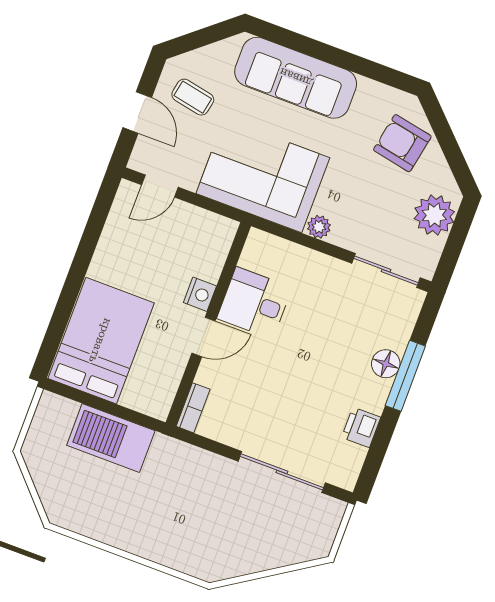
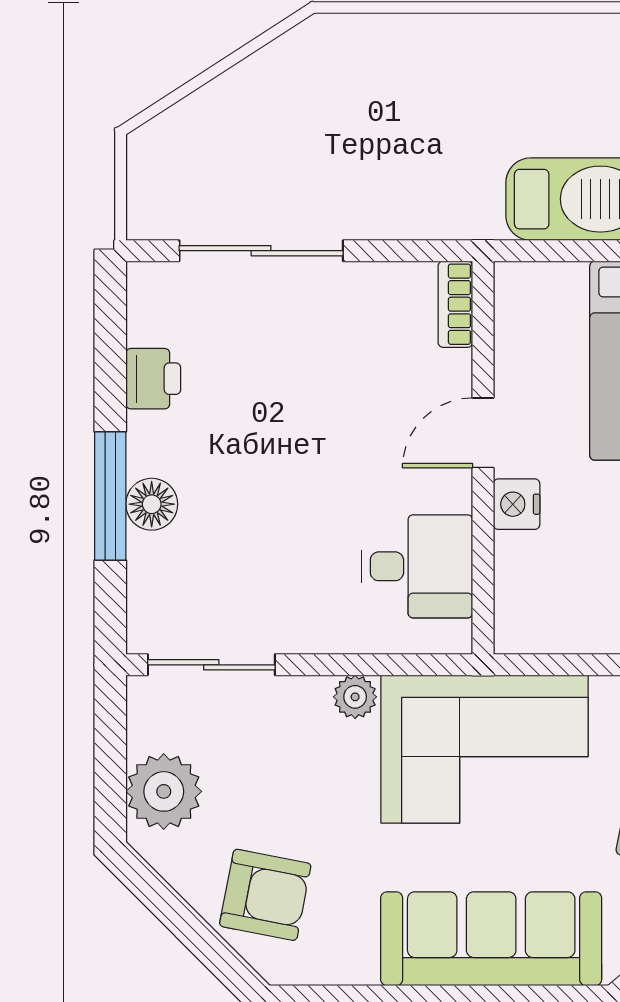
desk: (255, 303) -> (417, 566), moved

